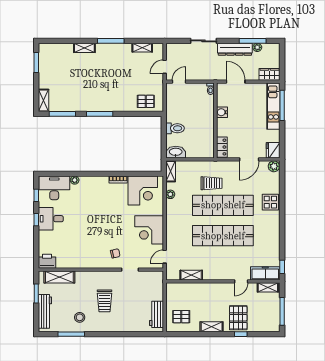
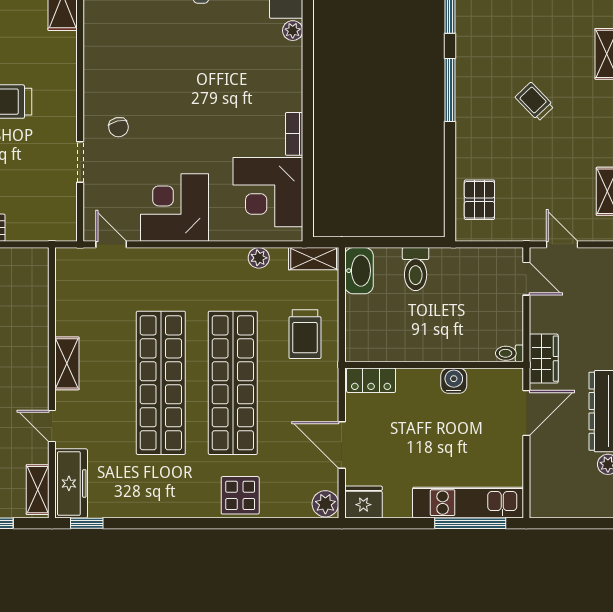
wardrobe: (270, 74) -> (544, 359), moved
trolley: (105, 78) -> (535, 102), added
trolley: (211, 183) -> (305, 334), moved
shelving: (191, 275) -> (67, 363), moved

